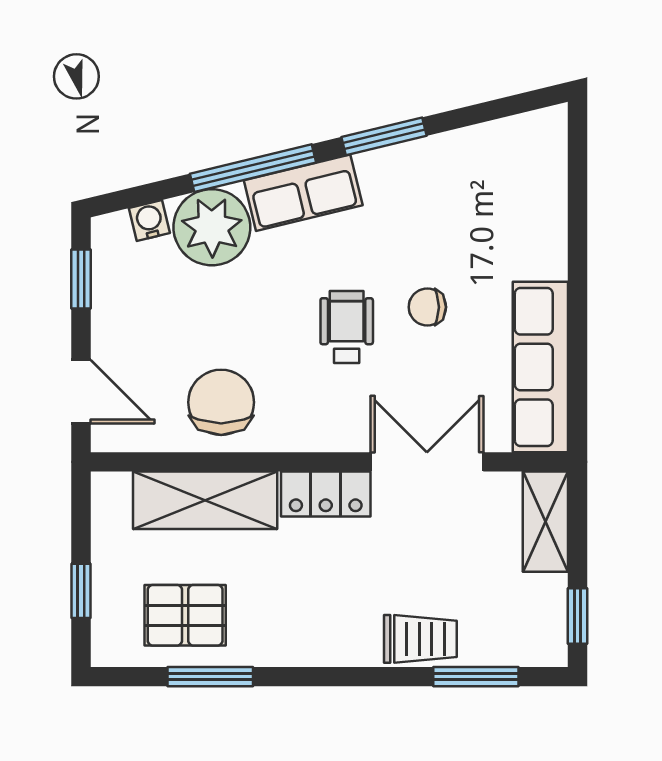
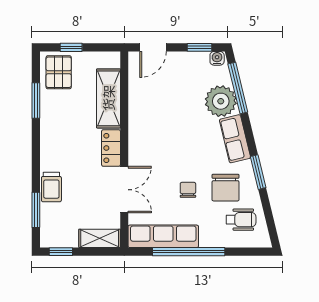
window: (253, 168) -> (238, 88), moved
water cooler: (149, 221) -> (217, 58), moved, turned -76
window: (578, 305) -> (189, 252), added
wheelchair: (347, 327) -> (241, 220), moved
chair: (221, 402) -> (226, 188), moved, turned 90
pallet: (185, 615) -> (59, 72), moved

